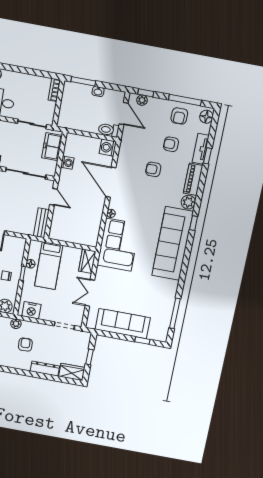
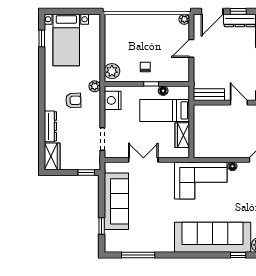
door: (53, 197) -> (239, 103), swing flipped
wardrobe: (87, 261) -> (182, 135), moved, turned -90
window: (89, 357) -> (86, 172), moved

